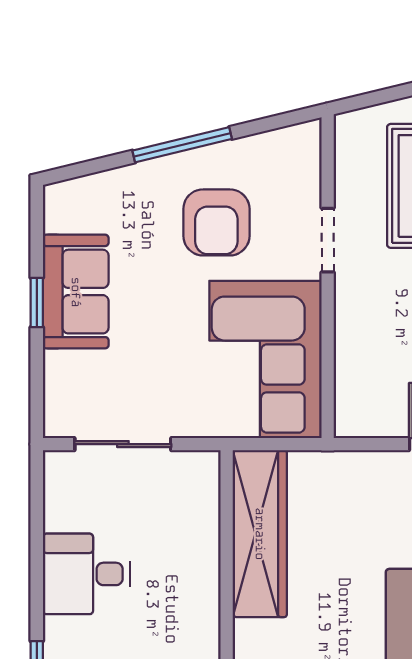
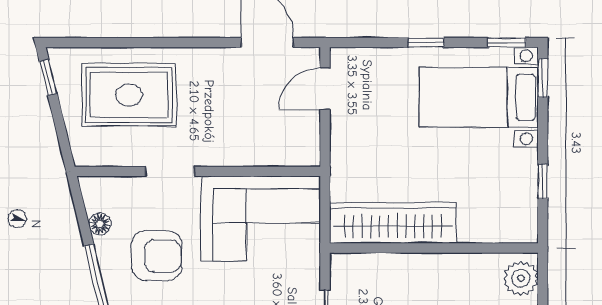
floor lamp: (258, 148) -> (100, 224), added

